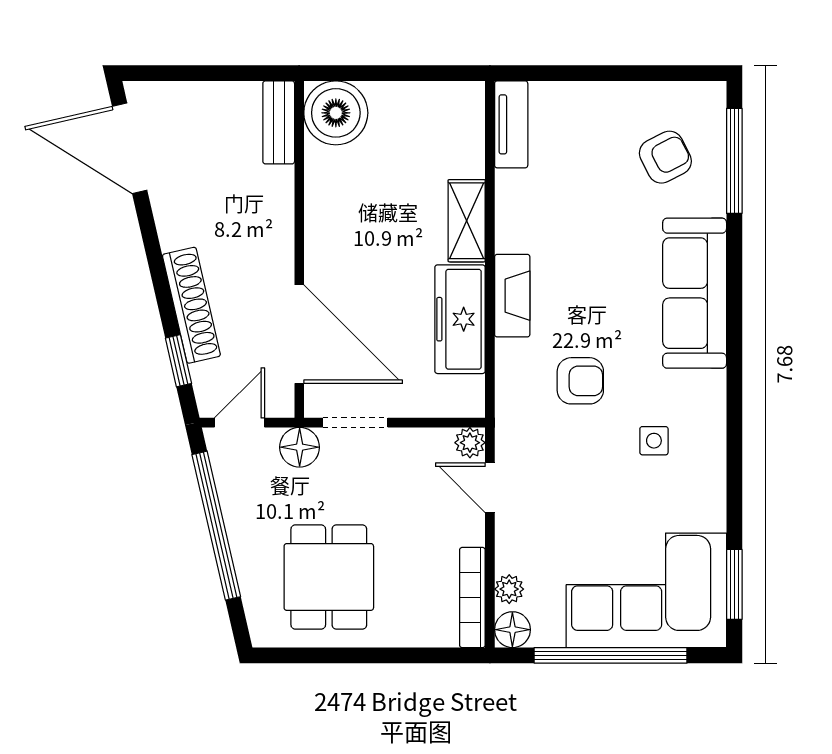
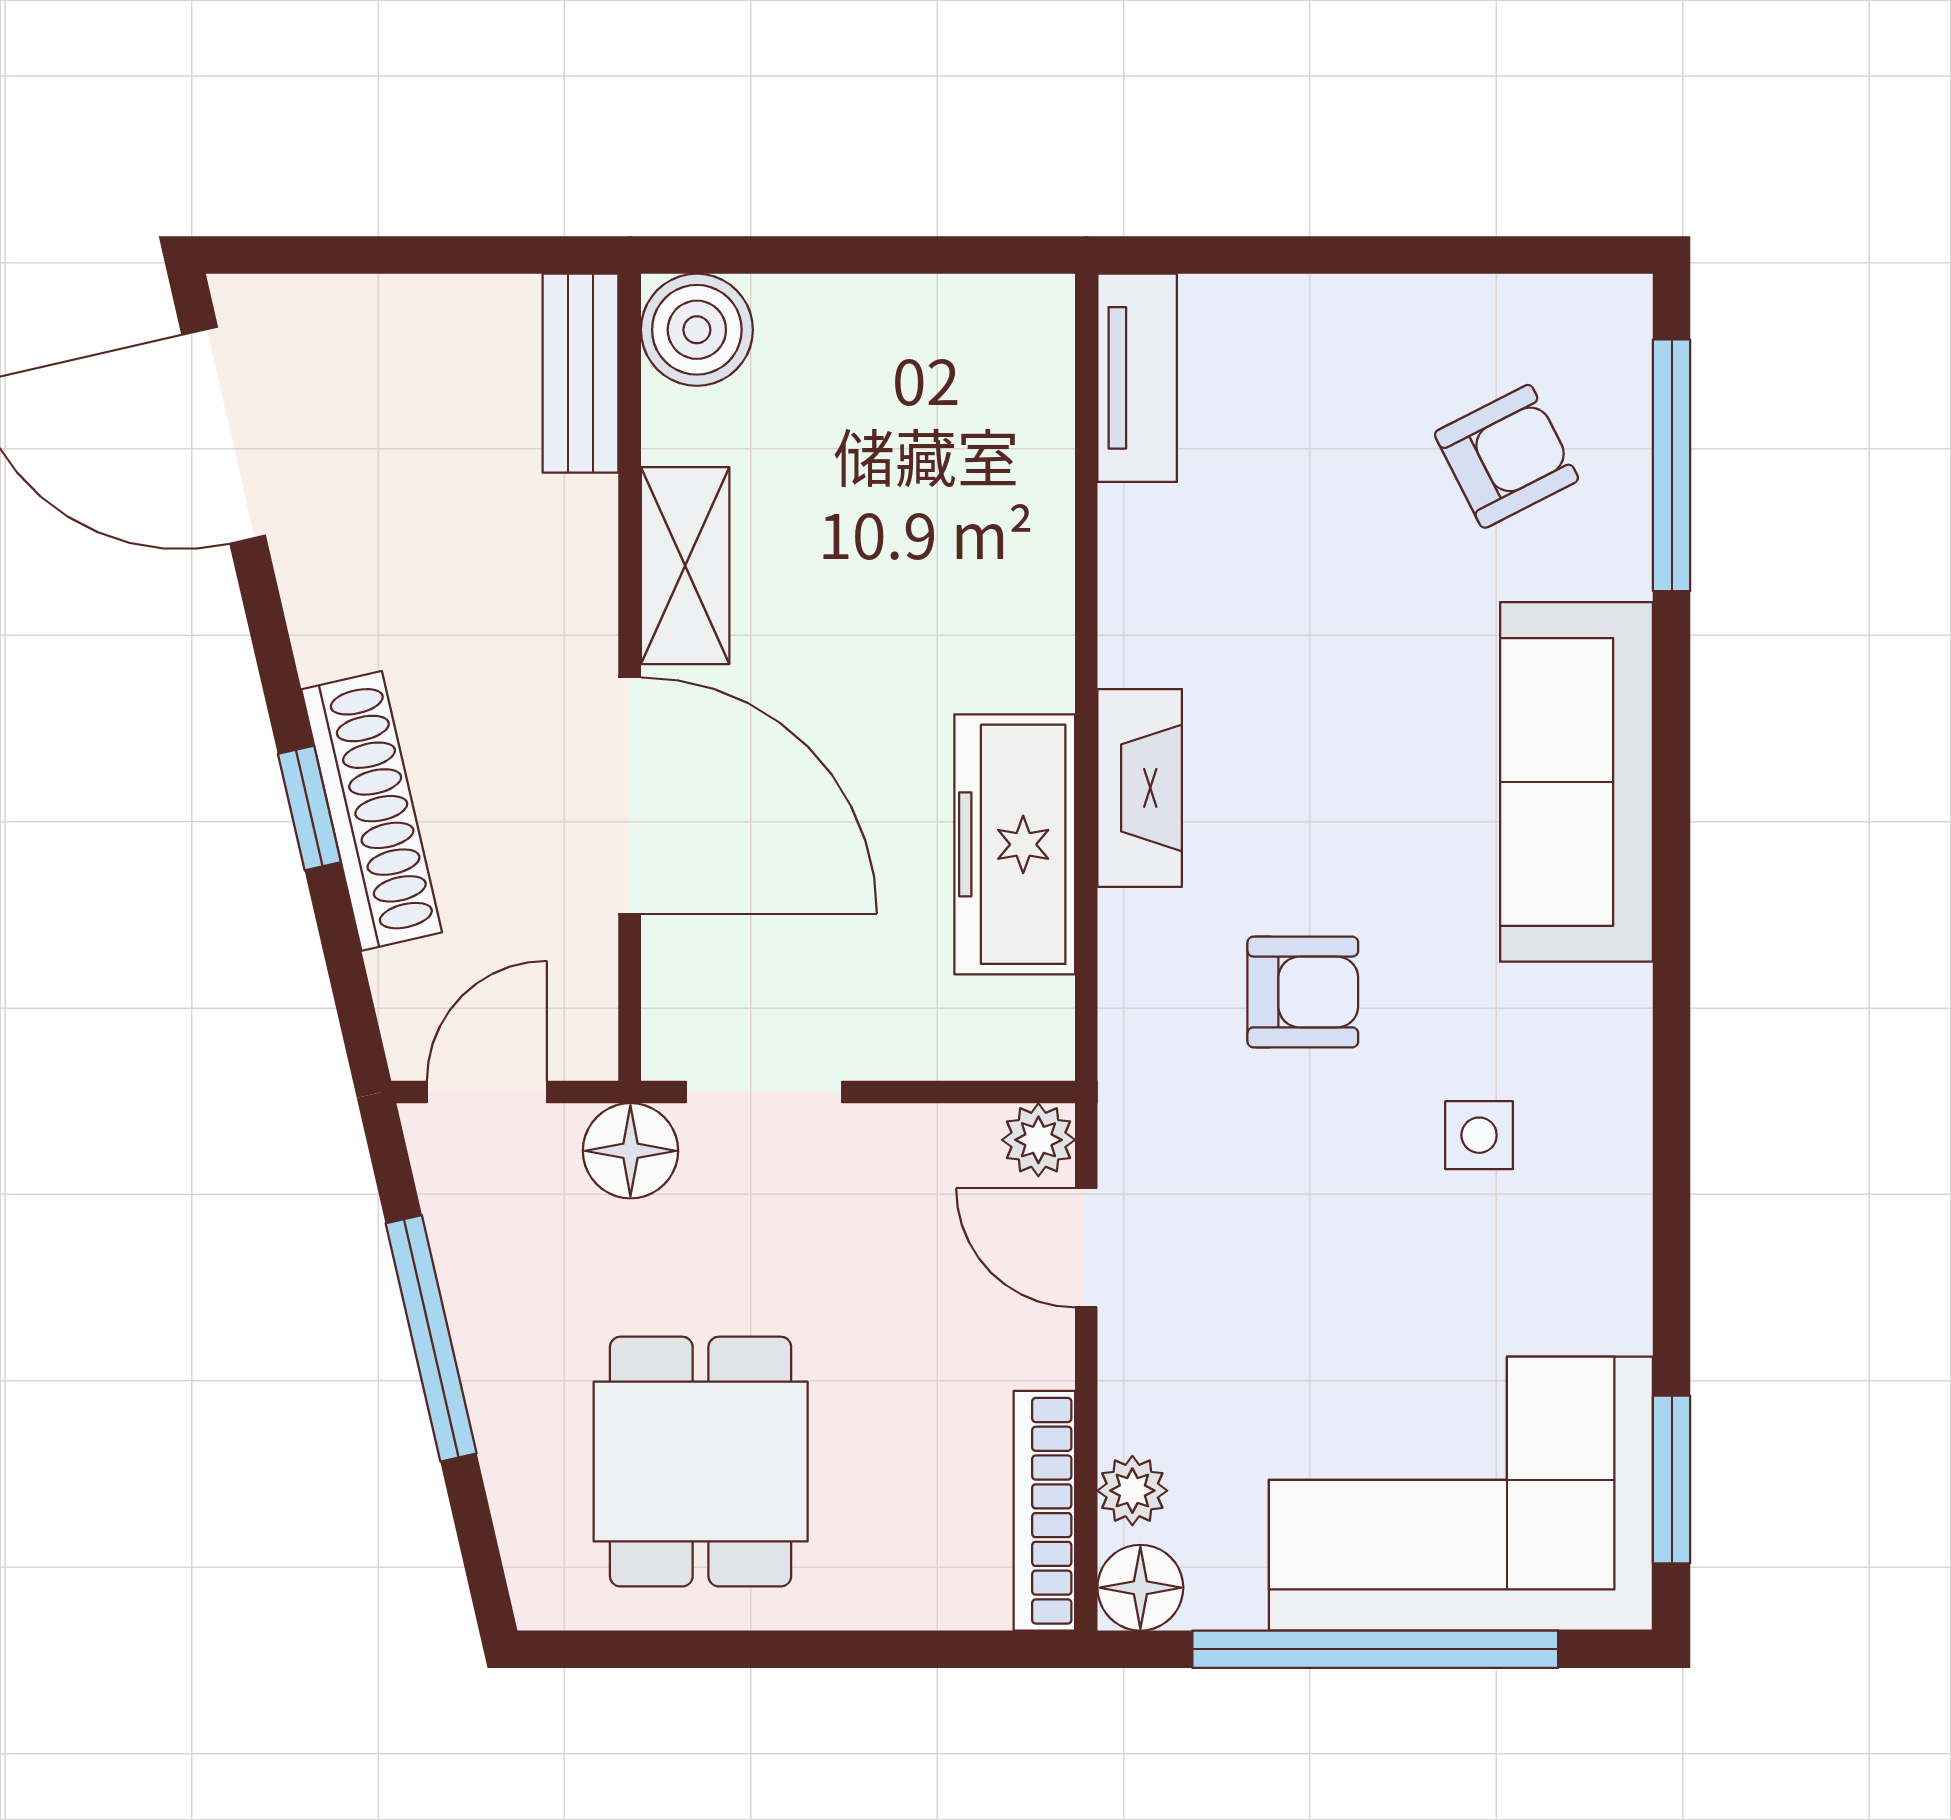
boiler: (336, 113) -> (697, 330), width x0.73, depth x0.73
shelving: (467, 221) -> (685, 566), moved
door: (299, 334) -> (630, 795), moved
window: (178, 361) -> (309, 808), moved
window: (216, 526) -> (431, 1338), width x0.68

